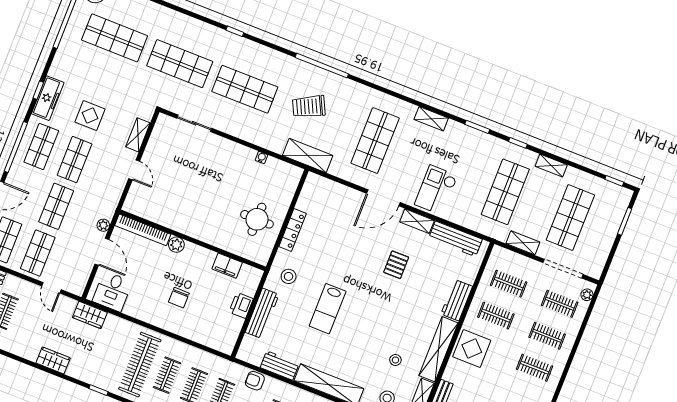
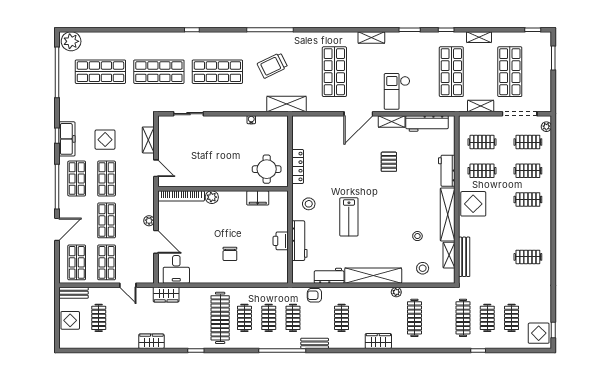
bookcase: (143, 230) -> (181, 196), moved
wall: (193, 240) -> (223, 189), moved
plant: (176, 245) -> (212, 197), moved
filing cabinet: (227, 266) -> (258, 198), moved

